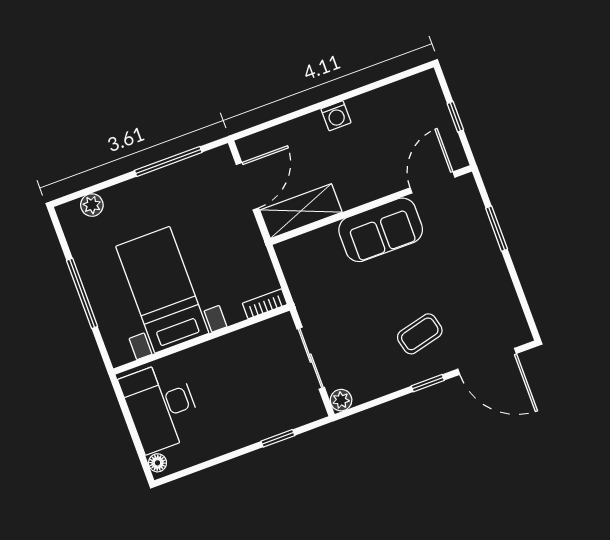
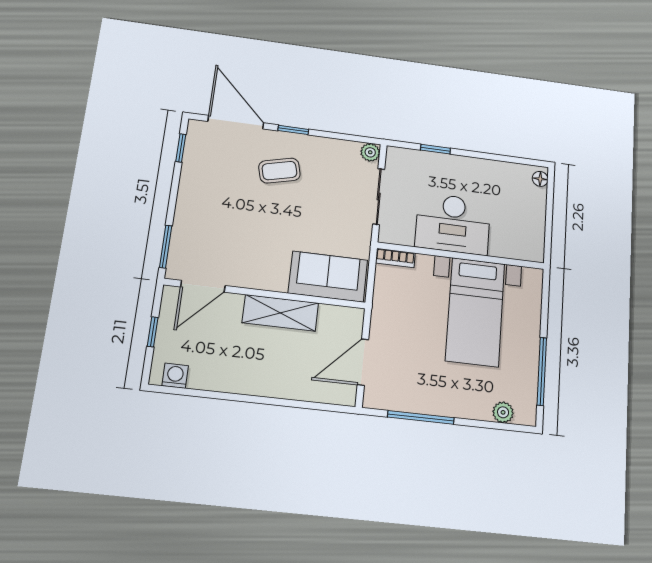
washing machine: (336, 116) -> (175, 376), moved
shelving: (301, 211) -> (280, 313), moved
window: (497, 229) -> (166, 247), moved
sofa: (381, 230) -> (328, 277), moved
window: (82, 293) -> (542, 371), moved
window: (525, 307) -> (181, 148), added
desk: (161, 407) -> (453, 224), moved, turned 90

